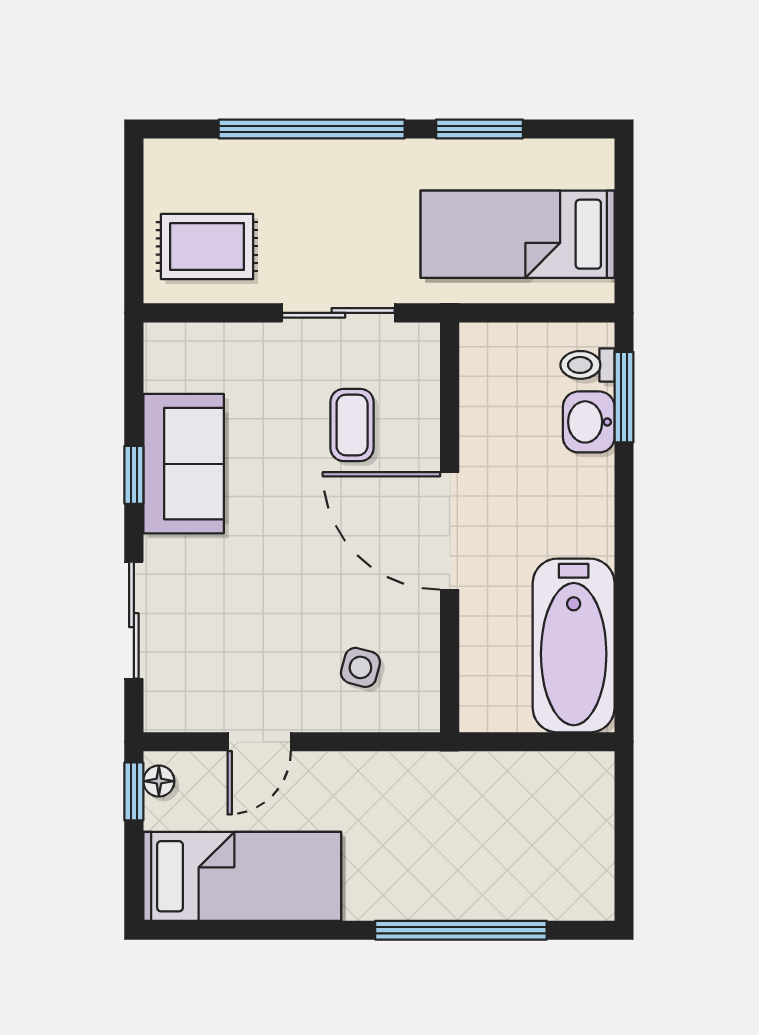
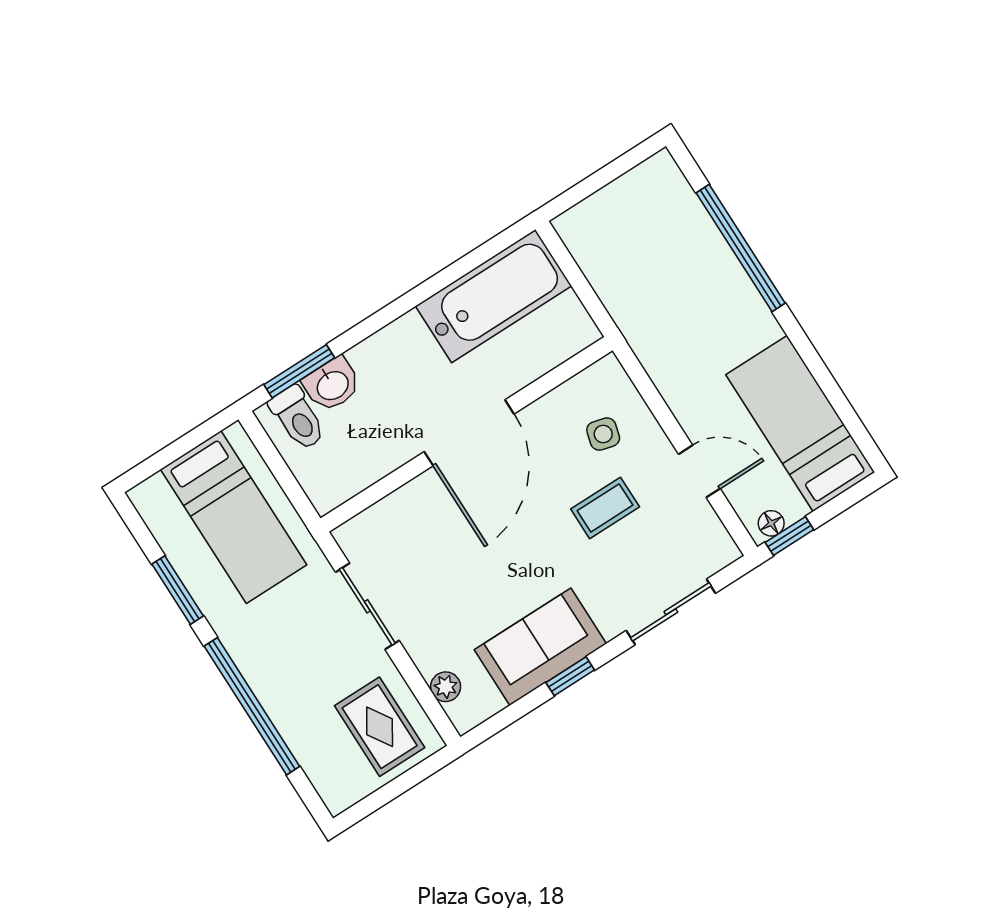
plant: (205, 340) -> (446, 687), added
toilet: (588, 365) -> (298, 418), width x1.37, depth x1.39
coffee table: (352, 425) -> (605, 508), moved

